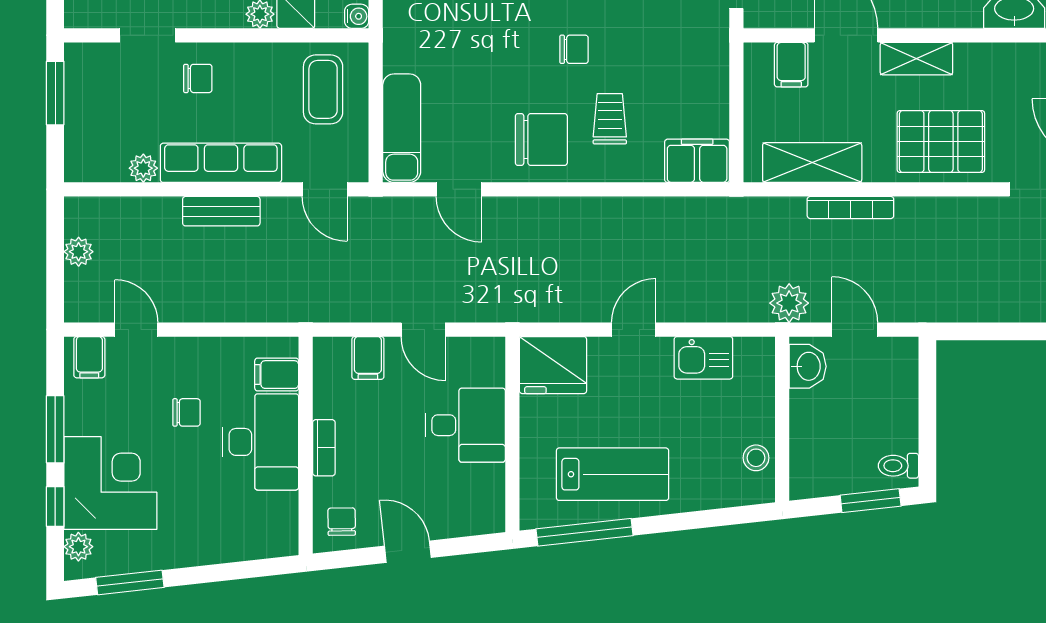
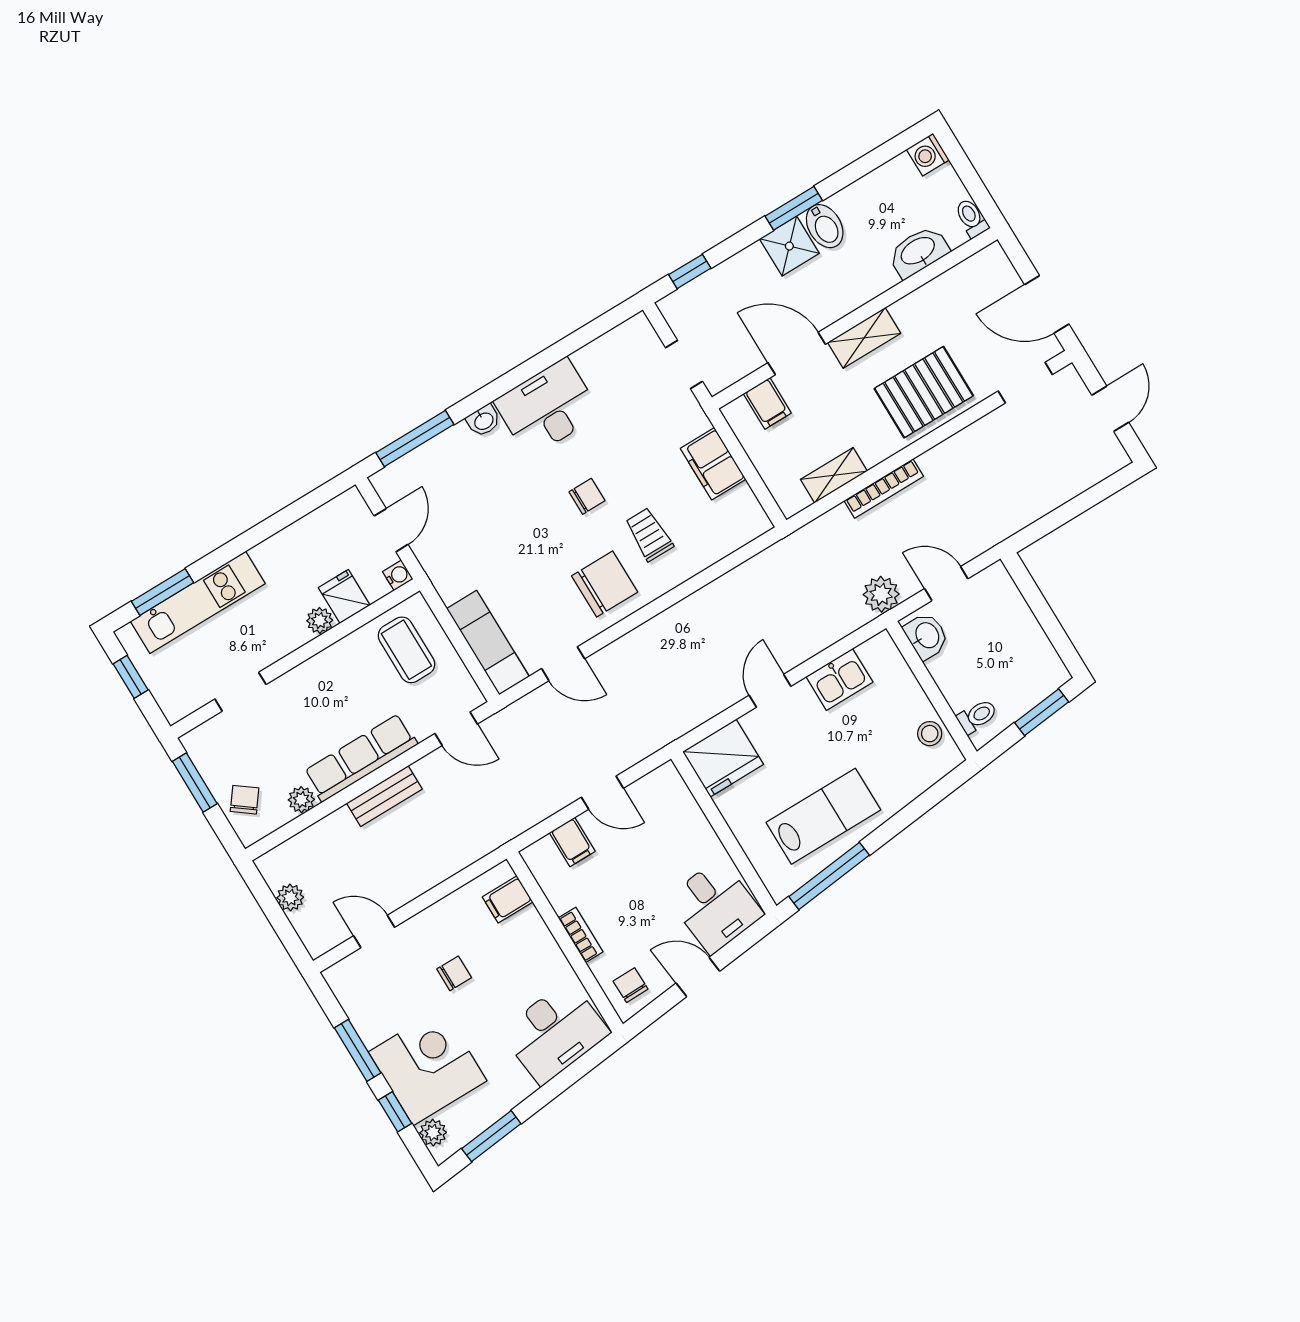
chair: (198, 78) -> (245, 800), moved, turned -53
filing cabinet: (697, 161) -> (713, 464), moved, turned -90
shelving: (812, 163) -> (834, 475), width x0.67, depth x0.75
filing cabinet: (89, 357) -> (350, 976), removed
desk: (465, 425) -> (715, 906), moved, turned 84
desk: (261, 442) -> (555, 1032), moved, turned 84
toilet: (898, 466) -> (977, 716), moved, turned 180

